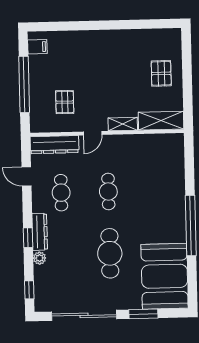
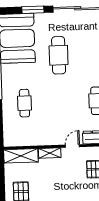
cafe table: (108, 192) -> (24, 103), moved

